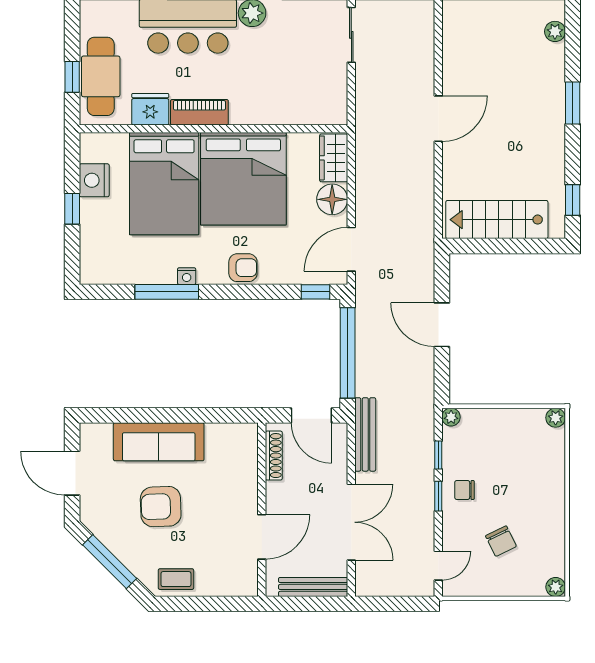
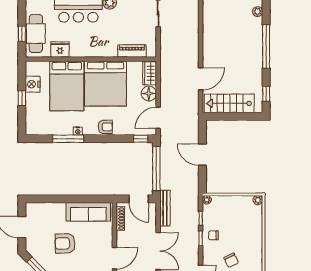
window: (573, 103) -> (266, 46), width x2.11
piano: (199, 112) -> (132, 51), moved
door: (438, 119) -> (201, 79), moved
sofa: (159, 442) -> (88, 212), moved

